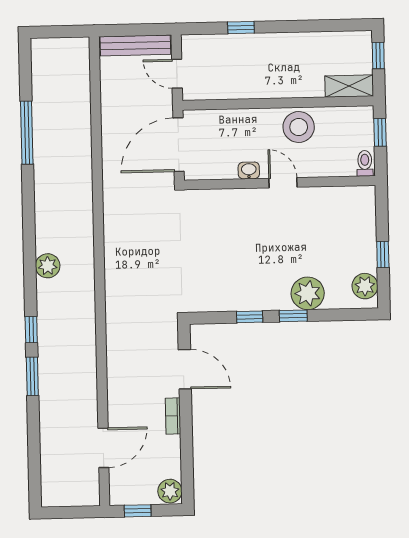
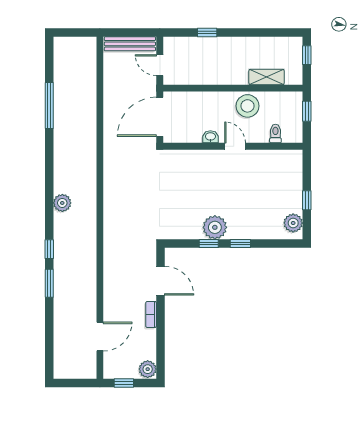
shelving: (349, 86) -> (267, 77), moved
toilet: (365, 163) -> (275, 134), moved
plant: (308, 293) -> (215, 227), moved

